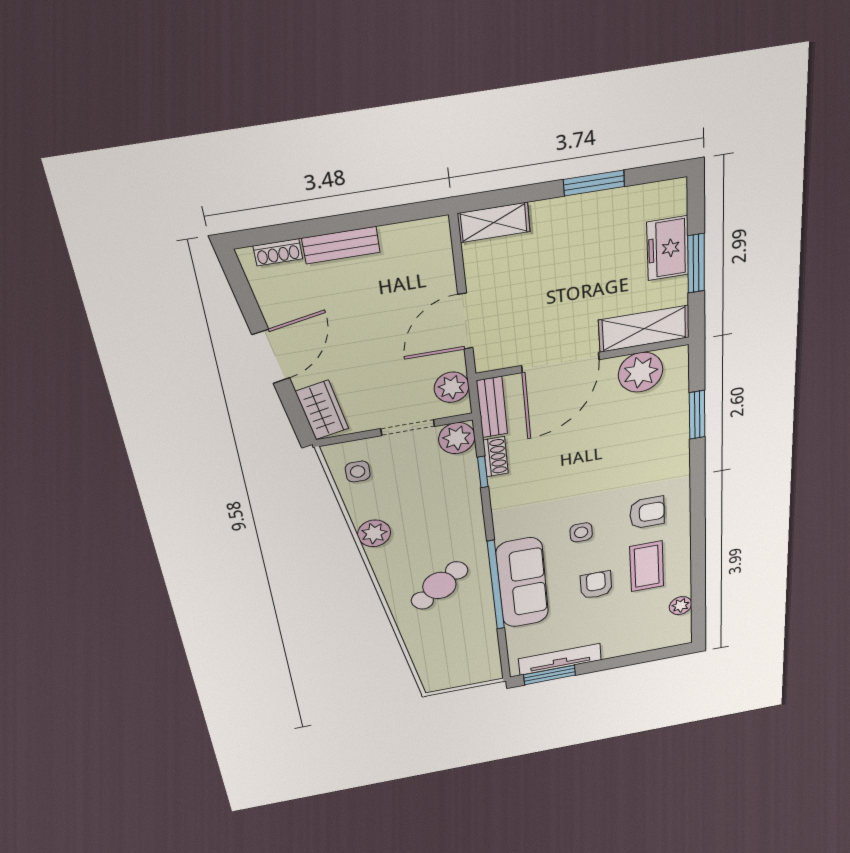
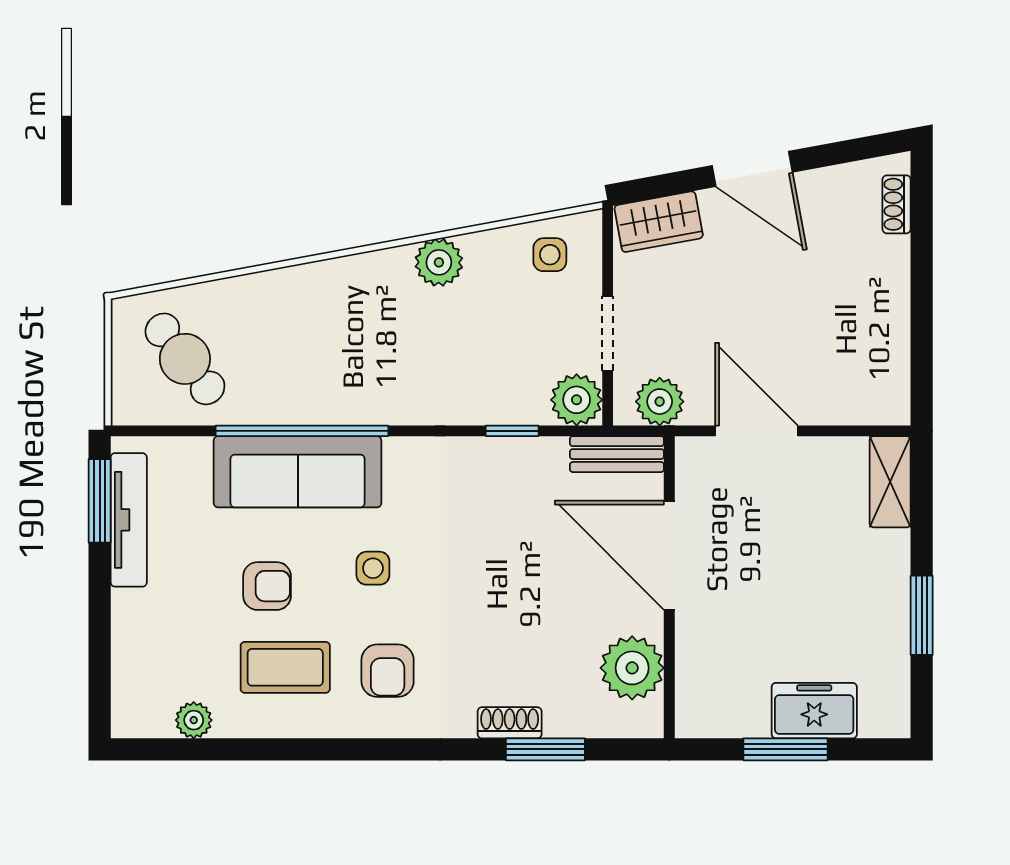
bench: (341, 245) -> (893, 284), removed
shelving: (644, 329) -> (700, 675), removed
shoe rack: (496, 457) -> (510, 723), moved, turned 180
cafe table: (439, 586) -> (185, 359), moved

